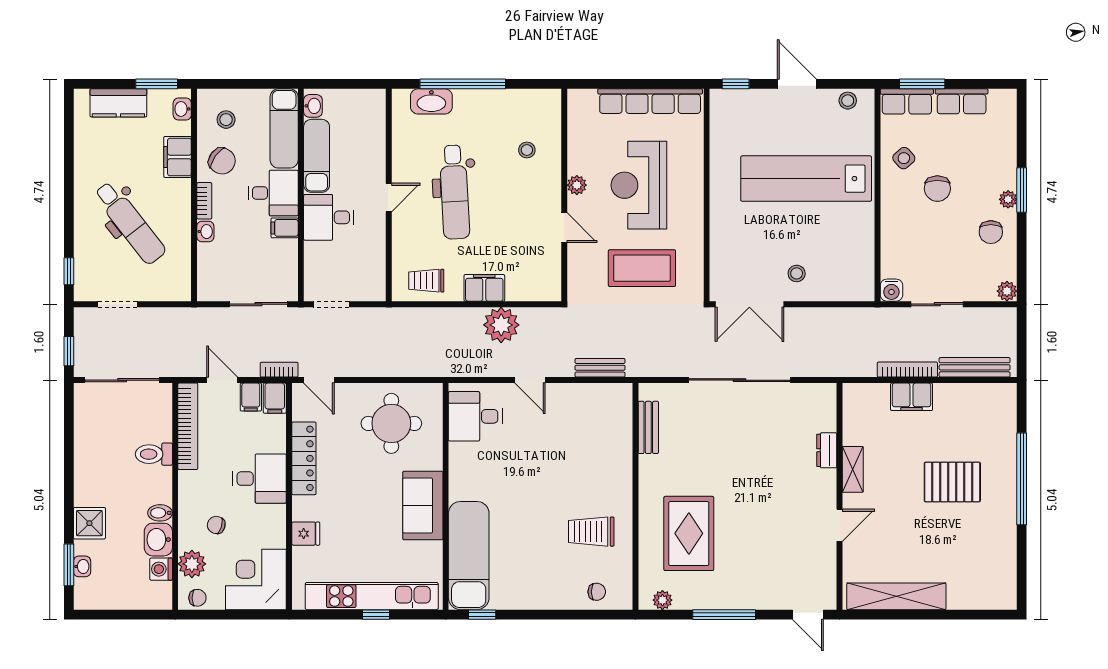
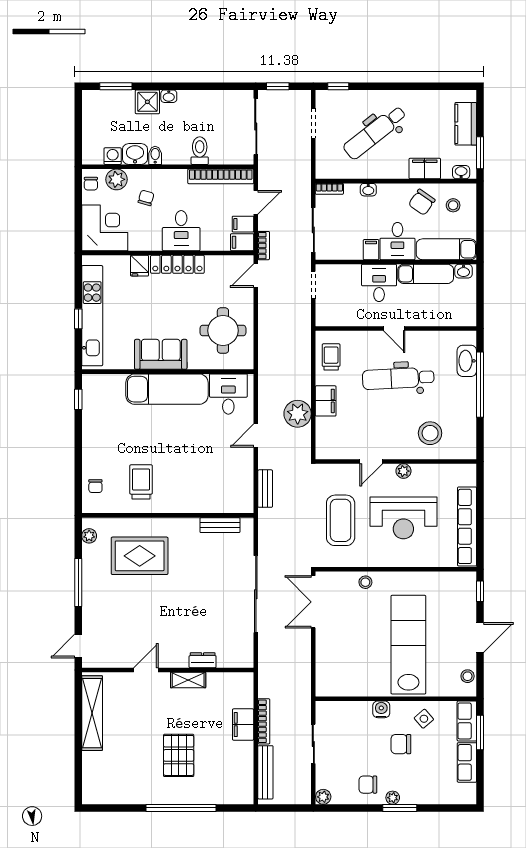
stool: (527, 150) -> (430, 433), width x1.89, depth x1.89
reception desk: (639, 185) -> (403, 518), turned 180
bookcase: (204, 201) -> (329, 189), moved
stool: (797, 273) -> (365, 582), moved
water cooler: (891, 290) -> (381, 709), moved, turned 90
locker: (304, 458) -> (177, 264), moved
door: (839, 525) -> (146, 670), swing flipped
exam couch: (469, 556) -> (167, 389), moved
washbasin: (82, 566) -> (169, 96), moved

